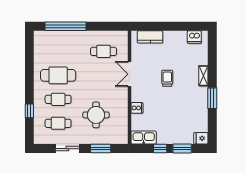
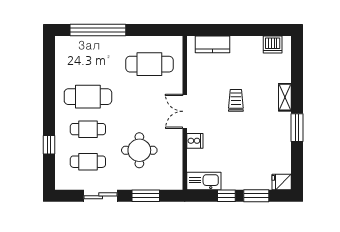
cafe table: (103, 51) -> (149, 64), width x1.37, depth x1.35
double door: (129, 74) -> (185, 111), moved

